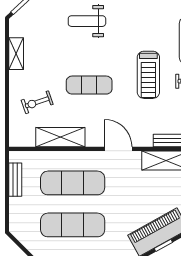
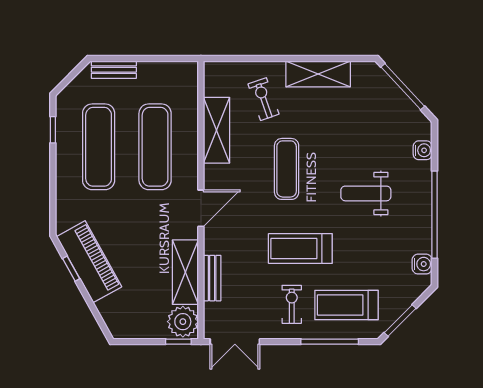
weight bench: (87, 21) -> (366, 193), moved, turned -90
shelving: (16, 54) -> (318, 74), width x1.50, depth x1.33
bench: (15, 180) -> (114, 70), moved

